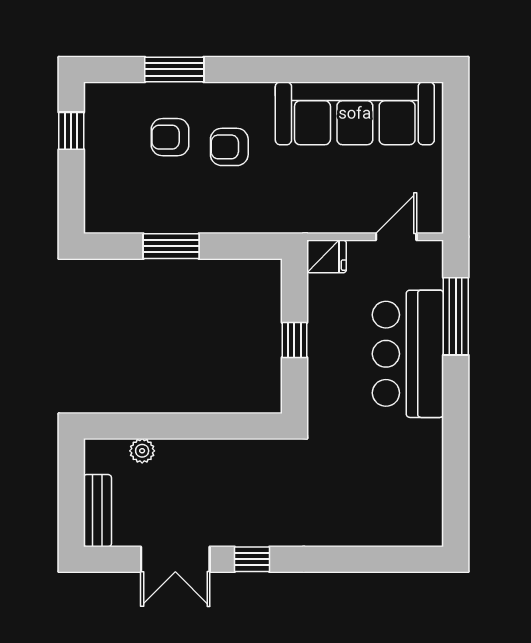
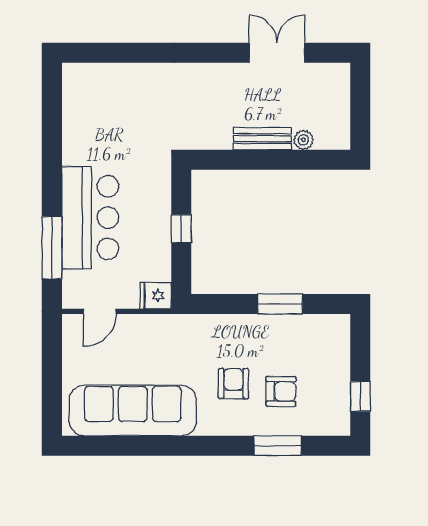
armchair: (229, 147) -> (233, 384), turned -90
bench: (97, 511) -> (262, 139), moved, turned 90
window: (252, 559) -> (215, 53), removed

